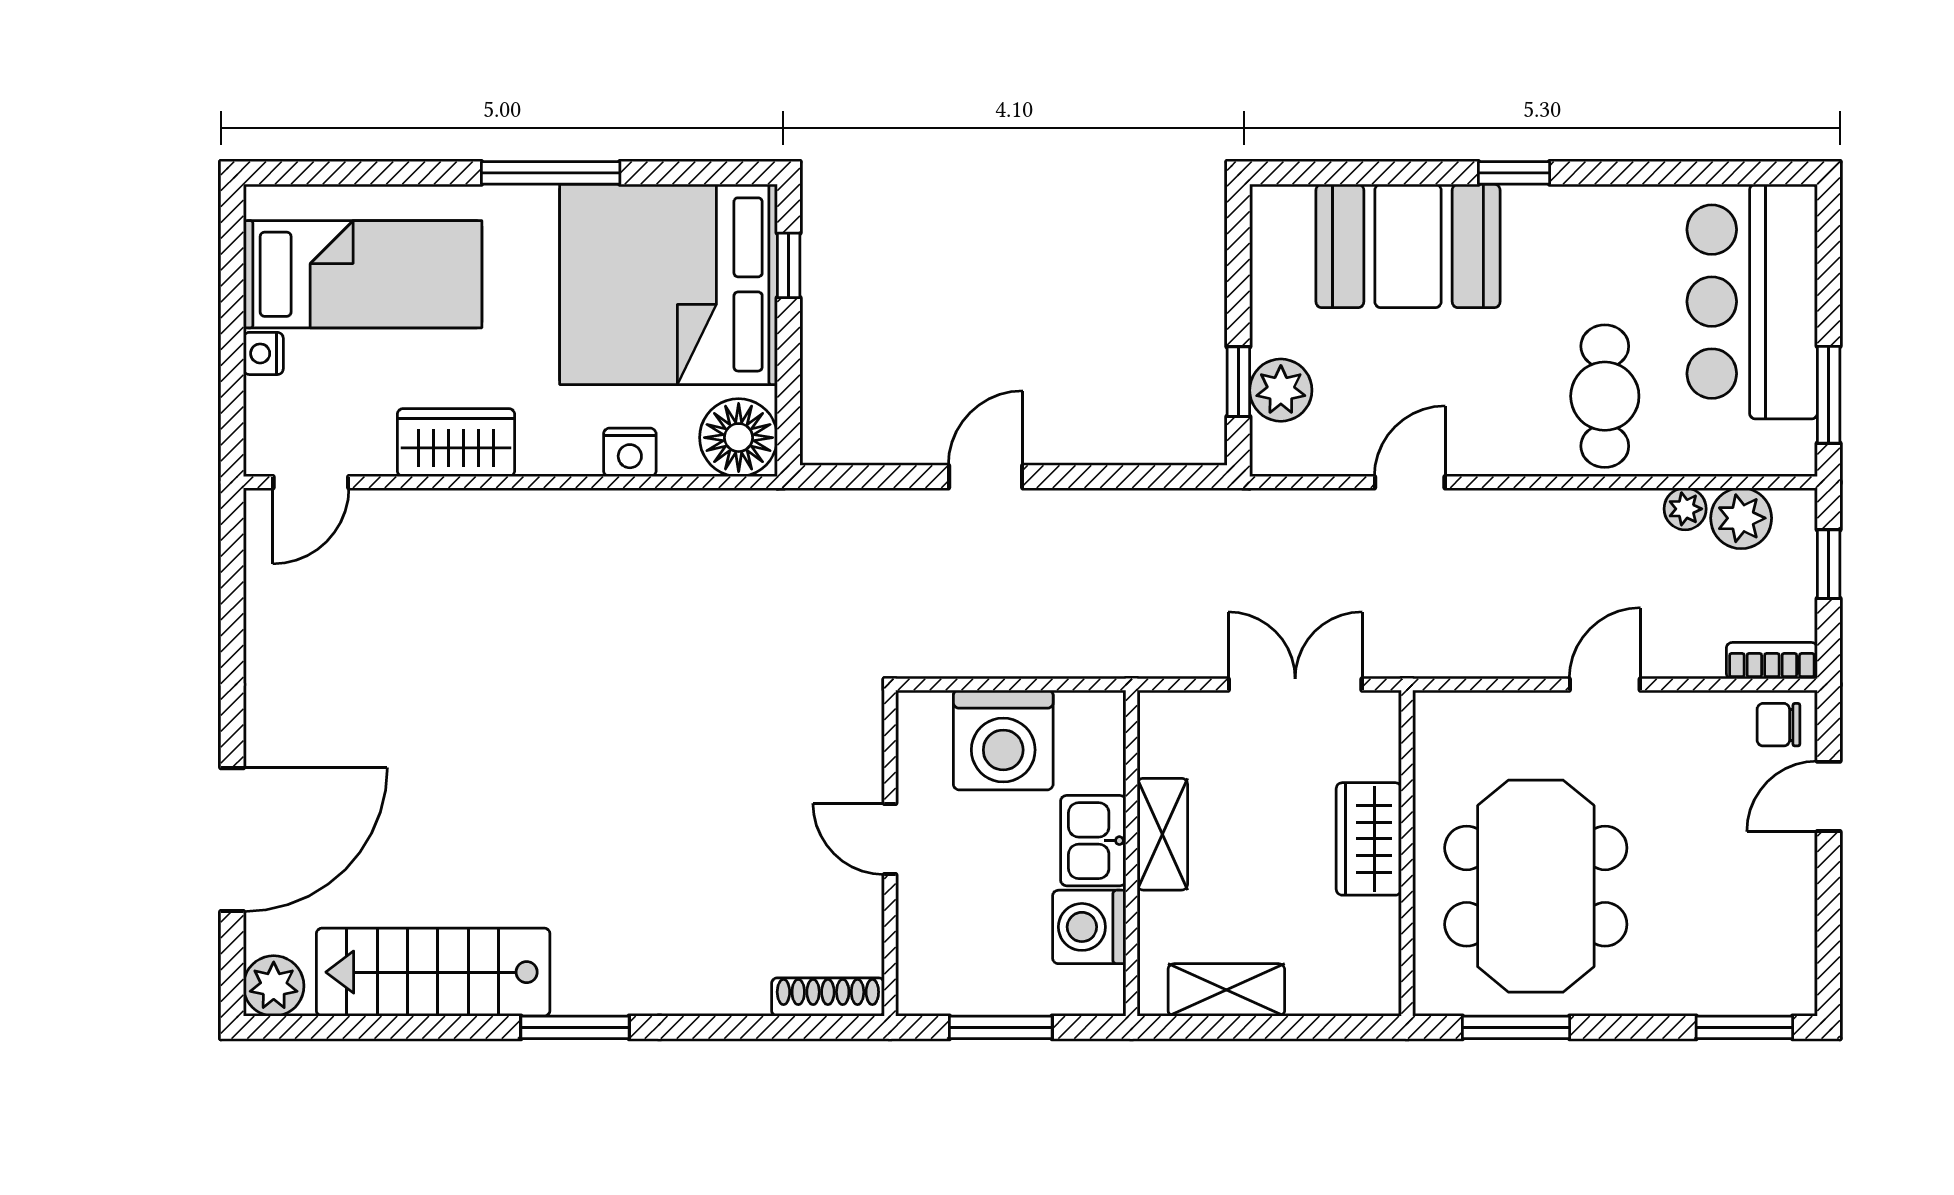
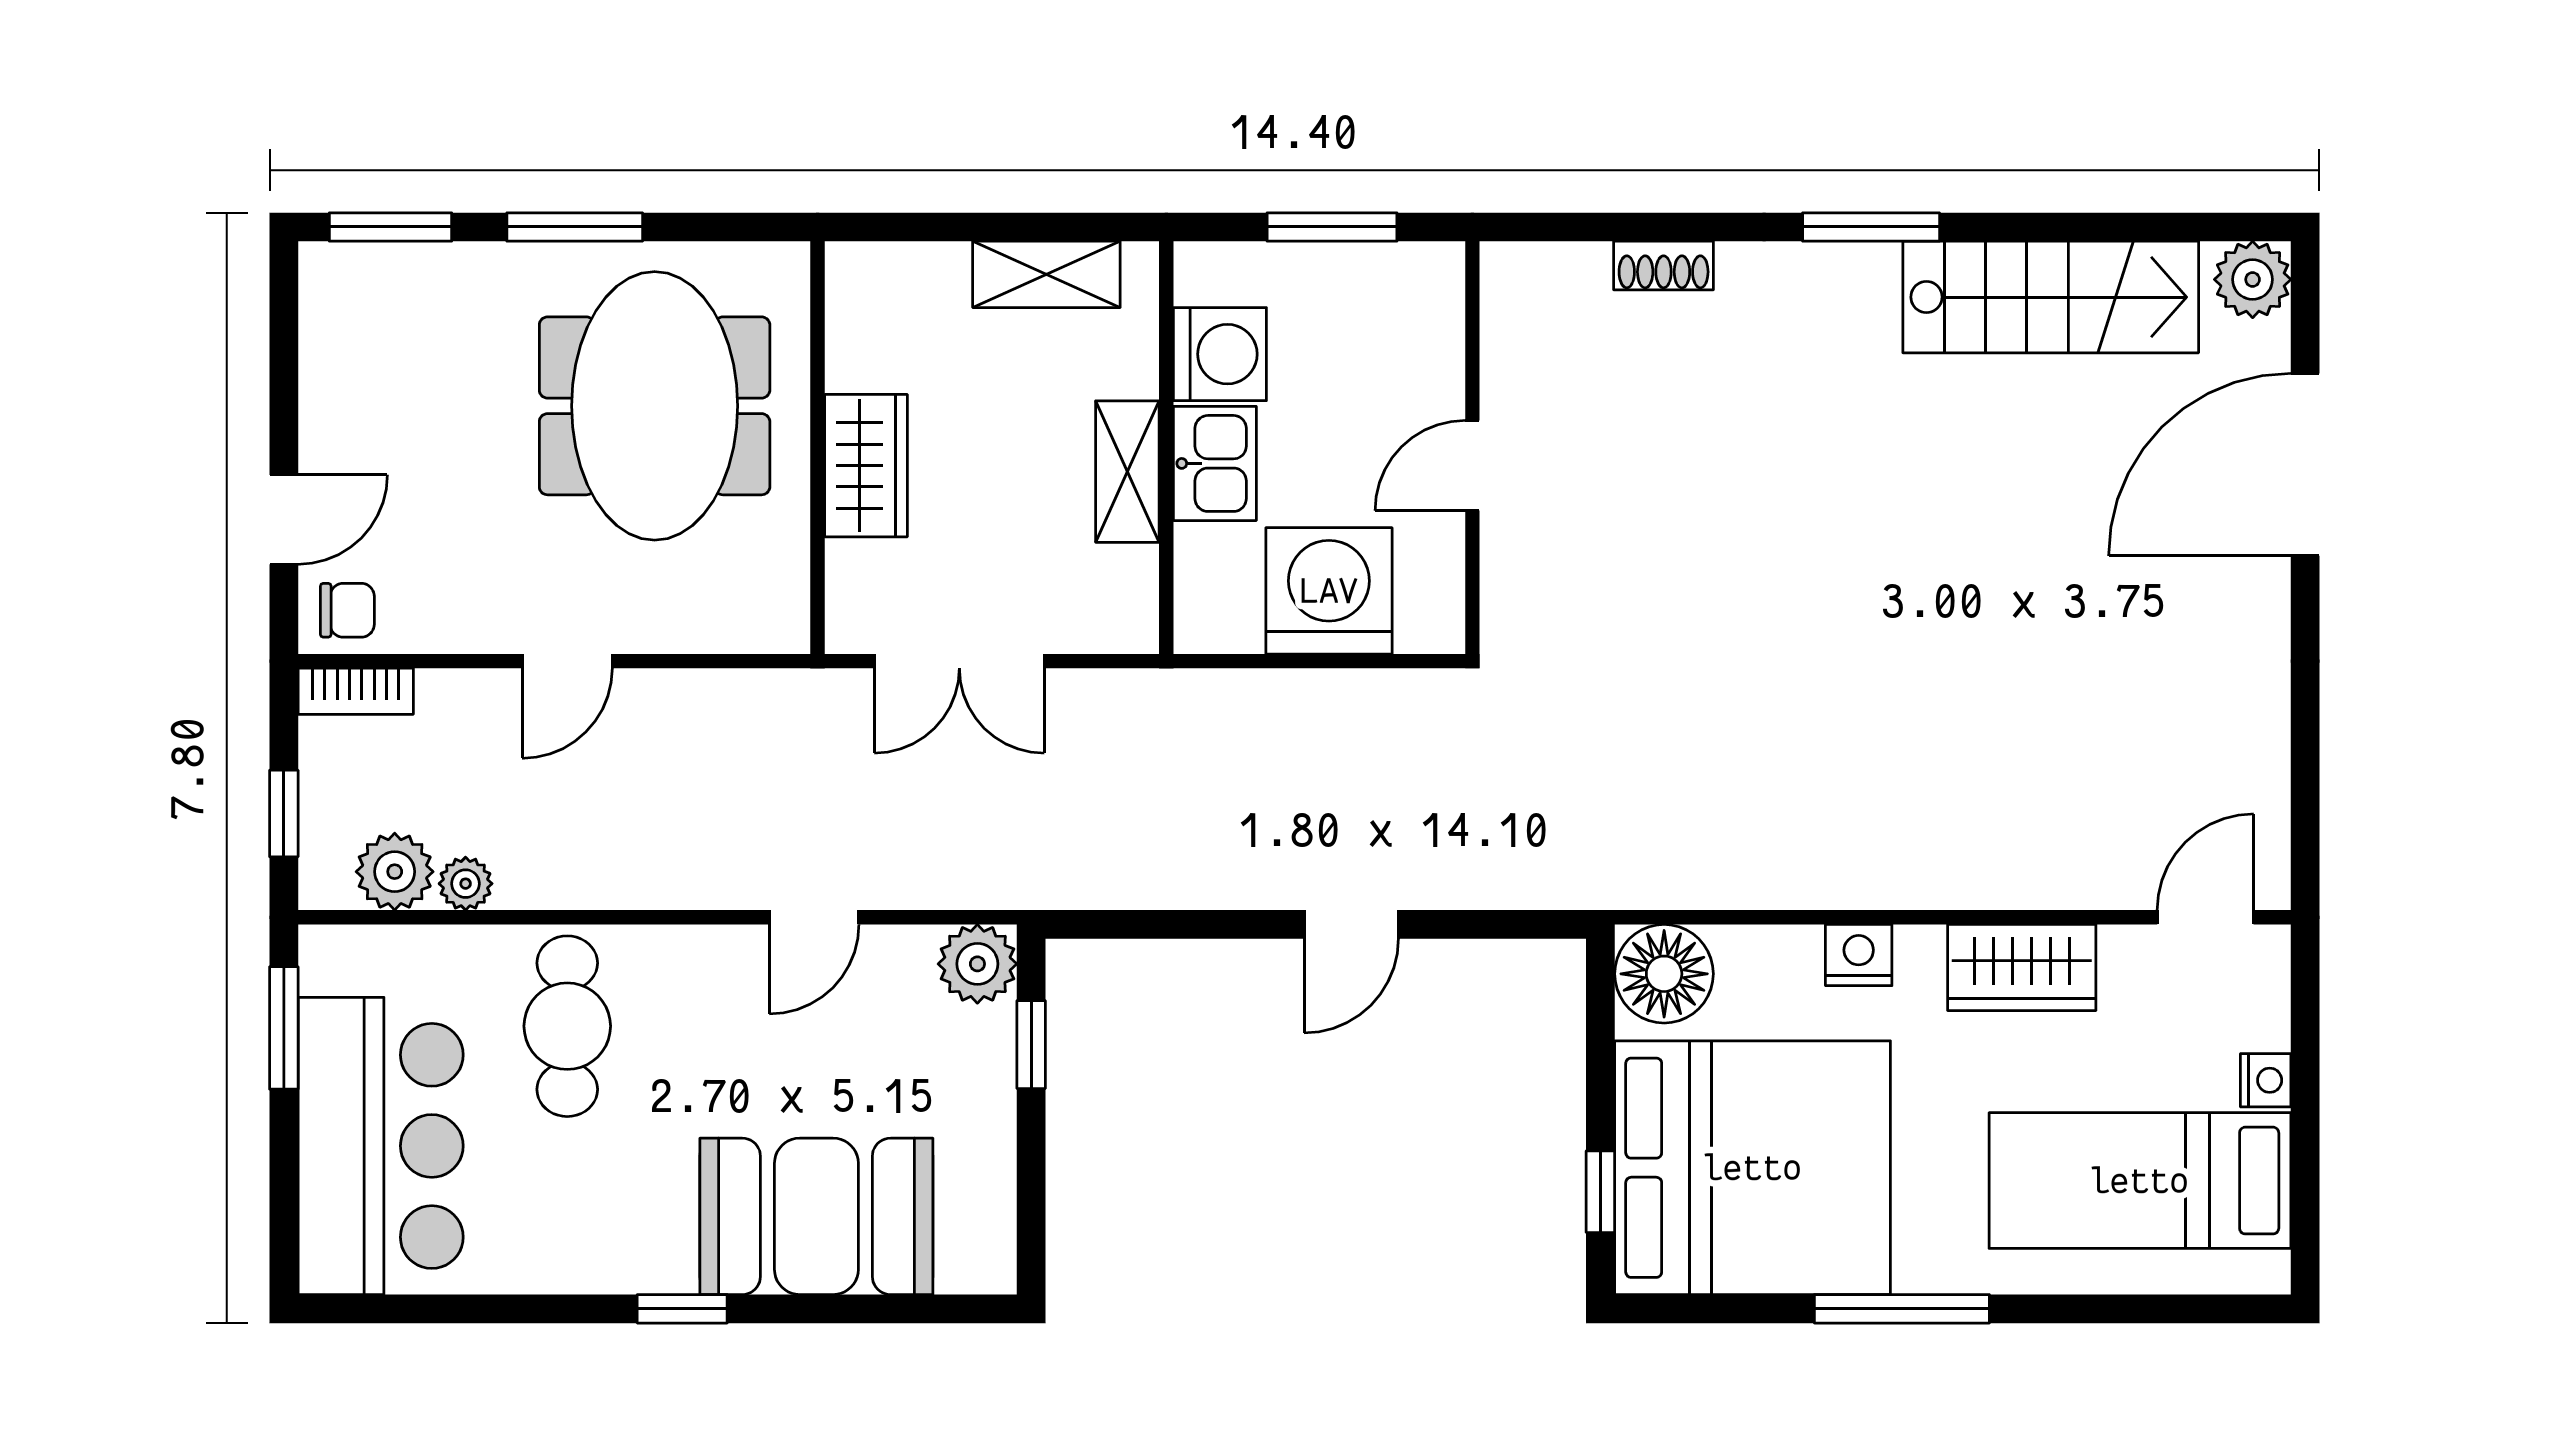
plant: (1281, 390) -> (977, 964), moved
nightstand: (630, 452) -> (1859, 955), moved
door: (890, 839) -> (1472, 466), swing flipped
shoe rack: (828, 997) -> (1664, 265), moved, width x0.70
window: (1516, 1027) -> (575, 227), moved

